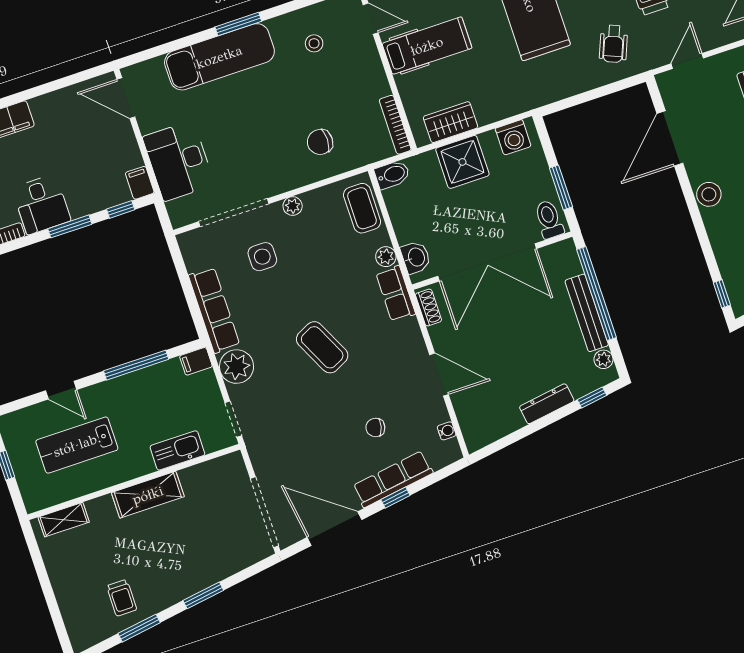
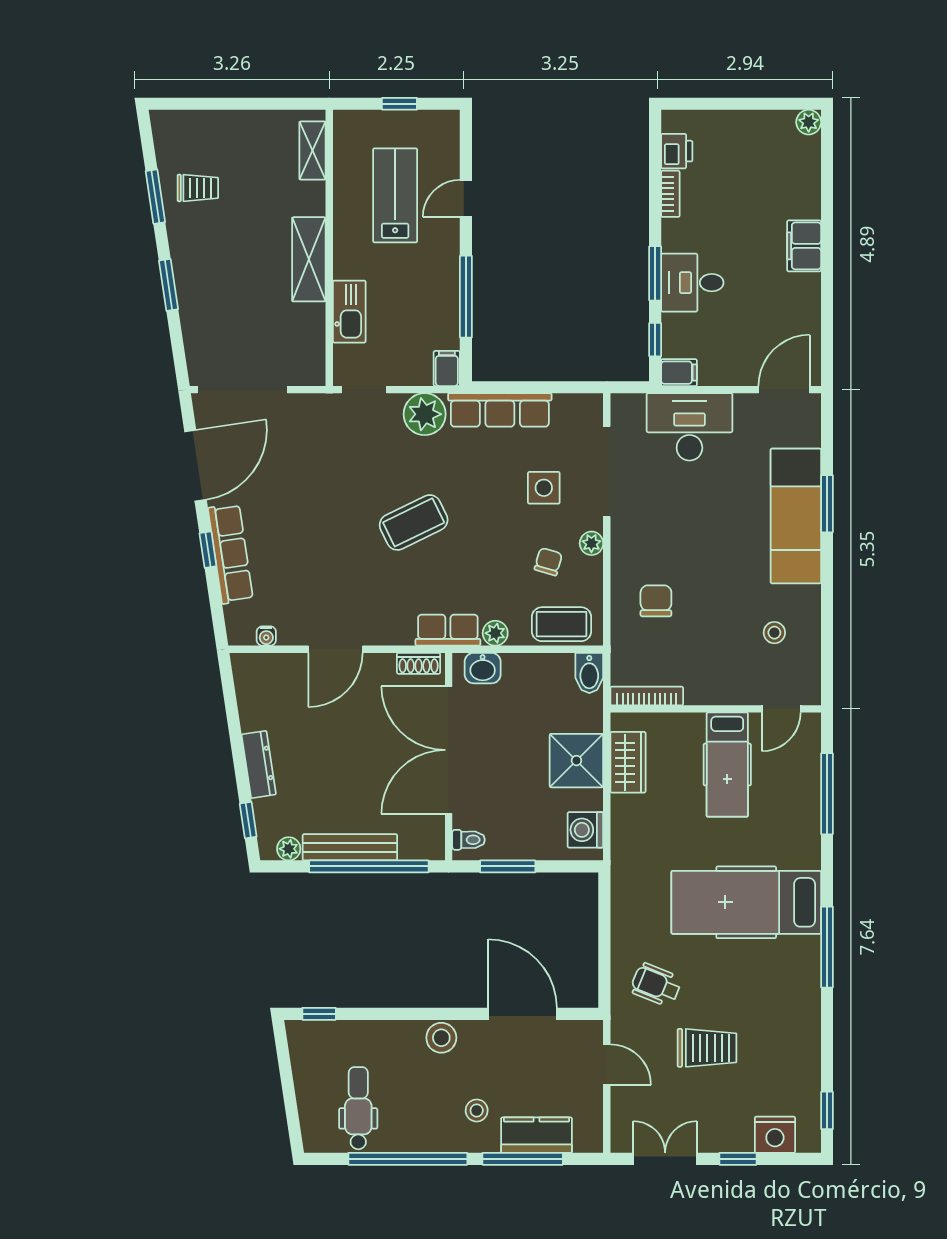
window: (238, 24) -> (827, 504), moved
desk: (41, 204) -> (692, 283), moved
toilet: (549, 219) -> (469, 840), width x0.73, depth x0.72
chair: (375, 427) -> (548, 562), moved
trolley: (122, 598) -> (198, 188), turned 180

